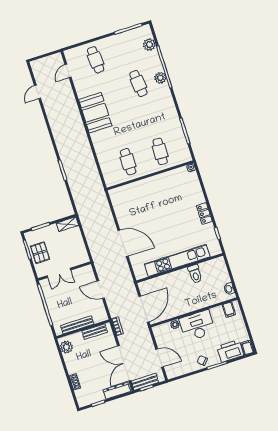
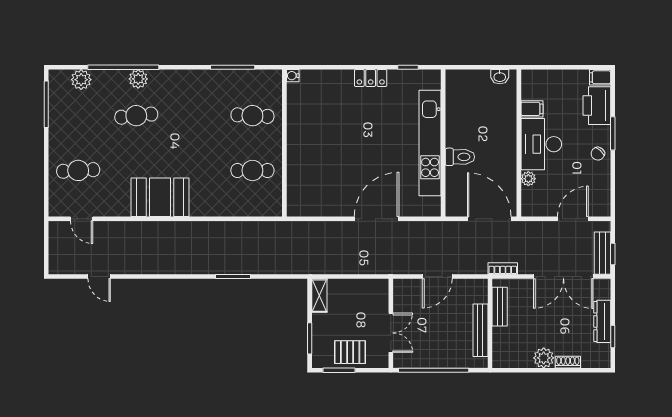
toilet: (195, 274) -> (460, 157), moved
filing cabinet: (229, 310) -> (532, 109), moved
plant: (66, 347) -> (544, 358), moved
dresser: (117, 391) -> (602, 321), moved

